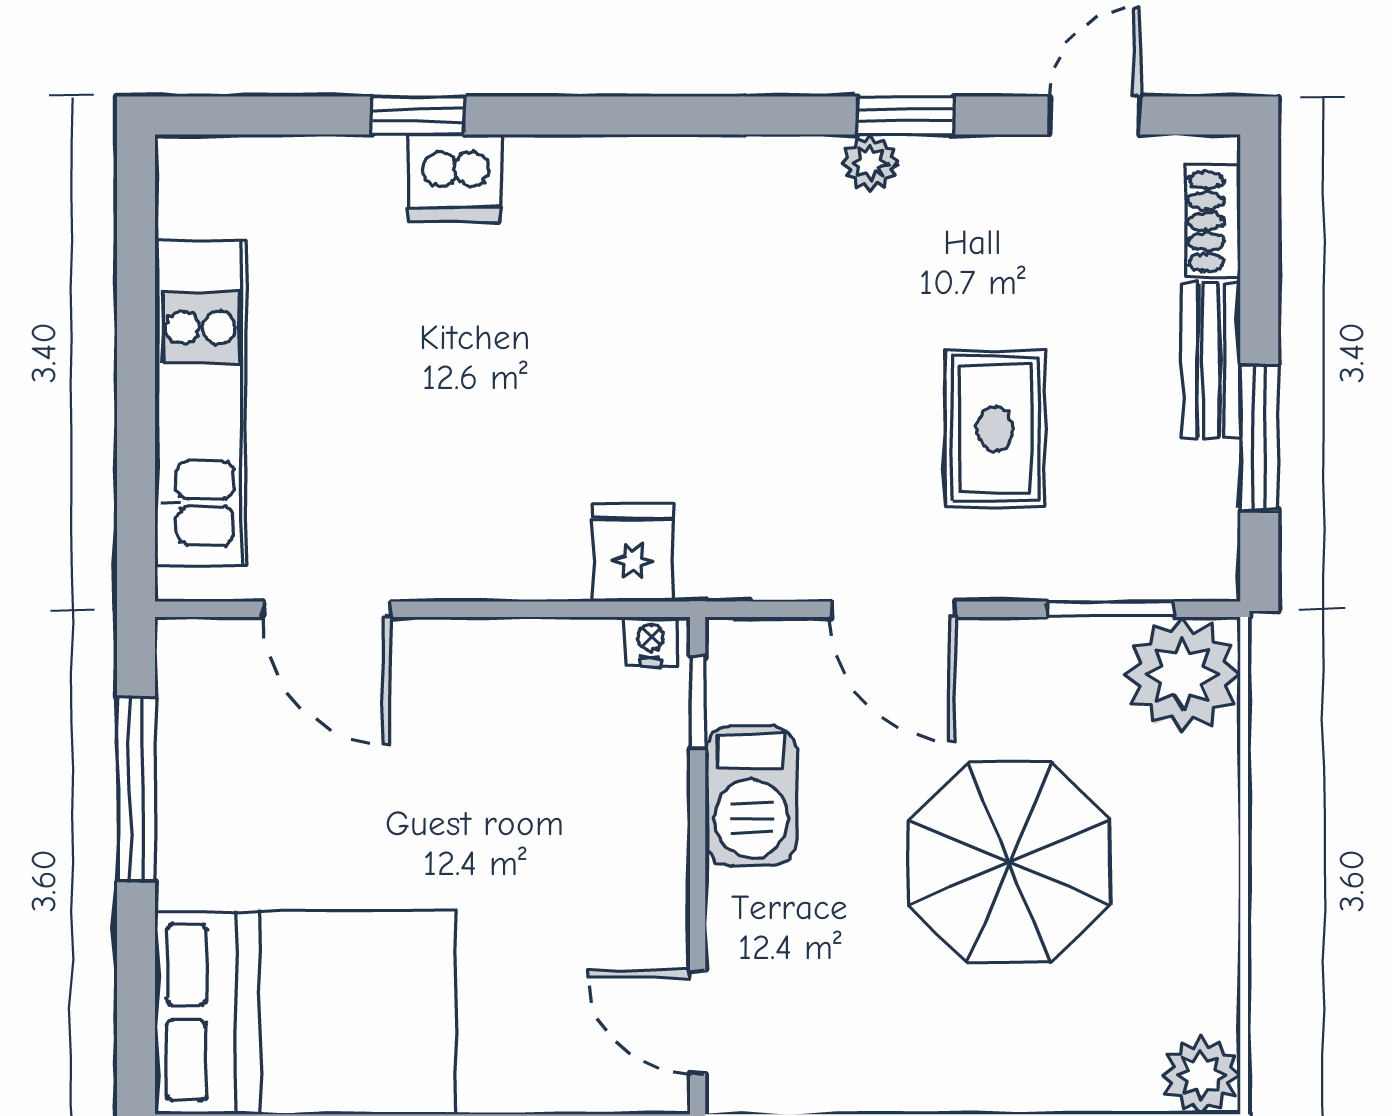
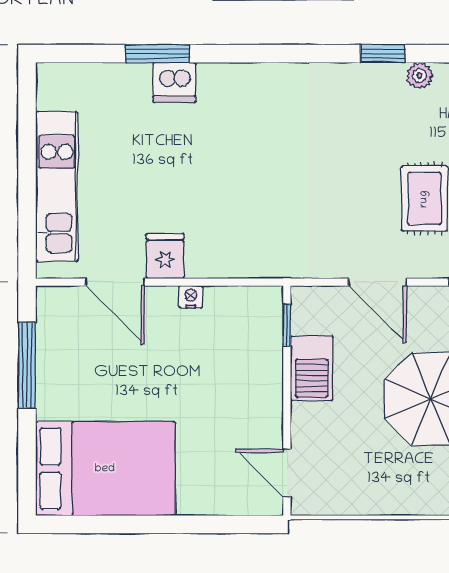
window: (418, 115) -> (158, 54), width x1.50
plant: (870, 163) -> (420, 76), moved
fridge: (633, 553) -> (165, 256), moved
nightstand: (651, 641) -> (191, 297), moved

